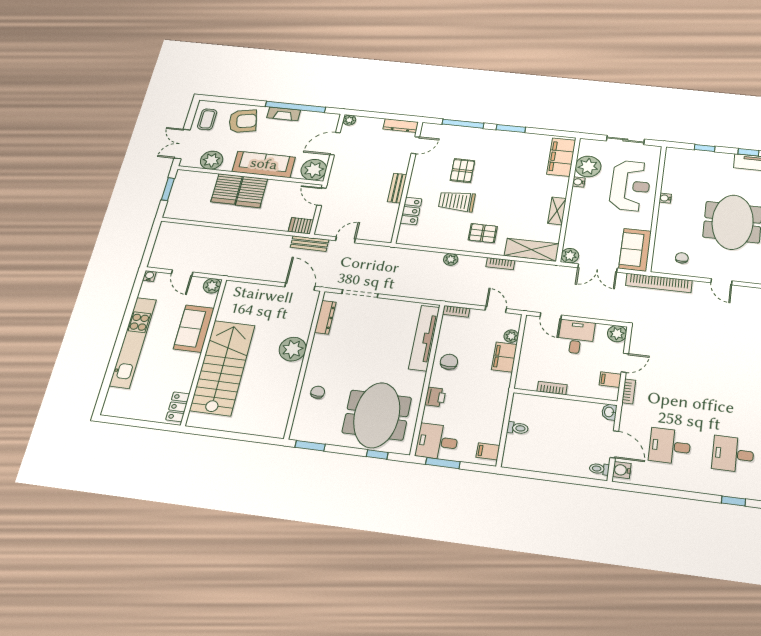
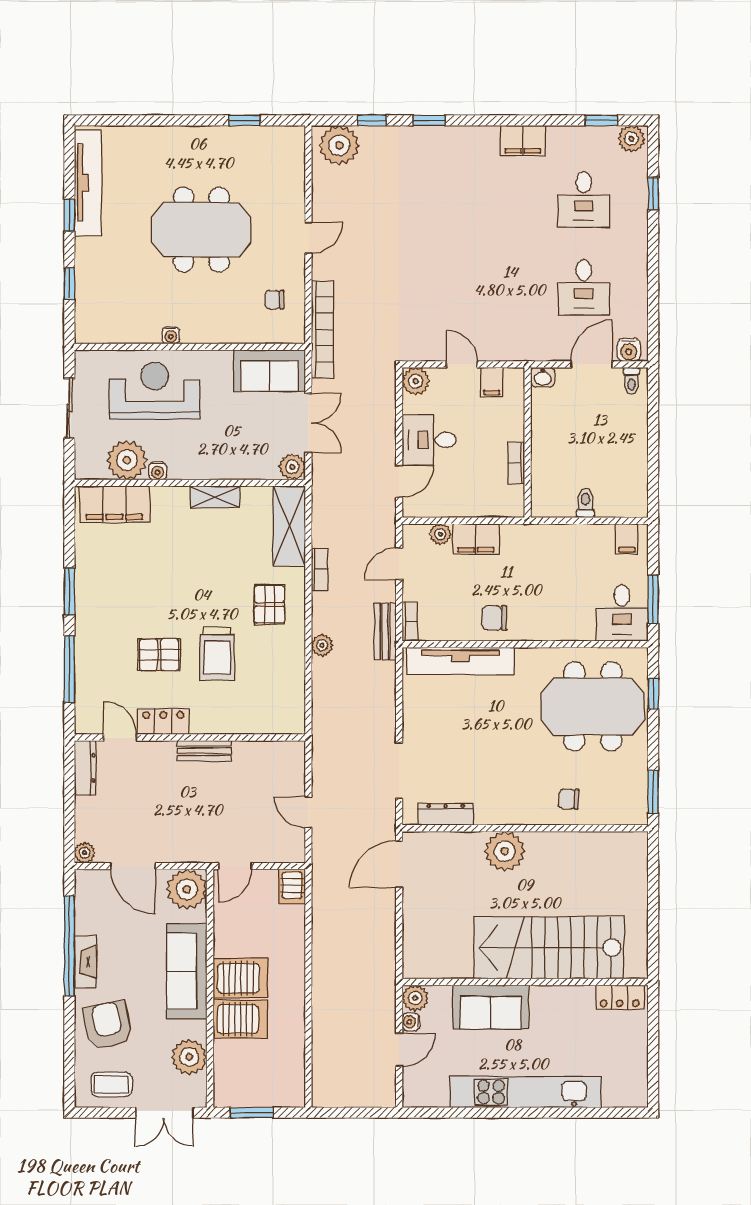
locker: (411, 211) -> (163, 722), moved
bench: (310, 244) -> (385, 632), moved
water cooler: (149, 276) -> (411, 1022), moved
bookcase: (629, 391) -> (507, 354), removed
printer: (435, 397) -> (553, 628), removed

